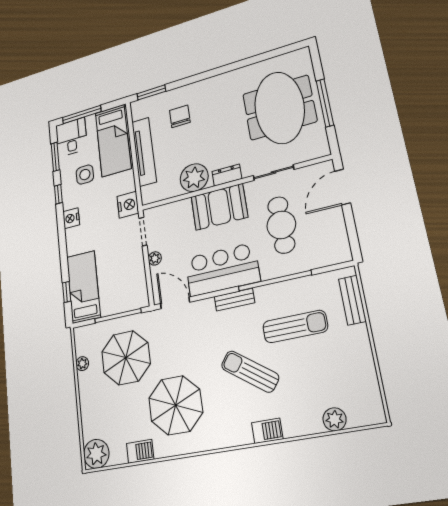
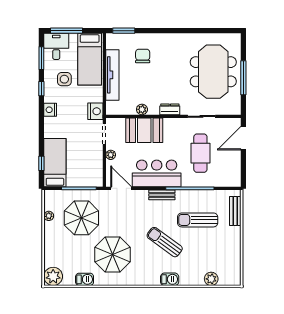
plant: (194, 178) -> (142, 109), width x0.53, depth x0.53
booth: (219, 207) -> (144, 130), moved
sun lounger: (295, 327) -> (198, 220), turned 180

